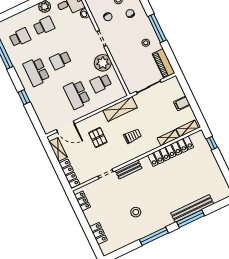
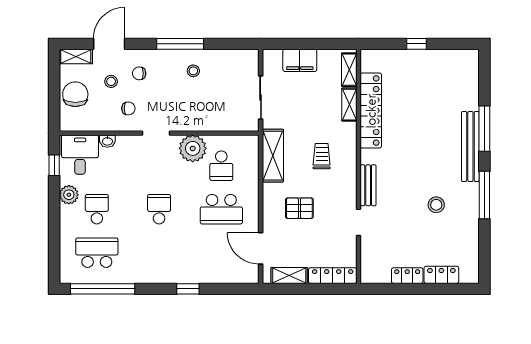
school desk: (20, 37) -> (97, 253), width x1.85
school desk: (60, 60) -> (159, 209), turned 180
piano: (164, 63) -> (236, 59), removed
school desk: (36, 72) -> (159, 253), removed
filing cabinet: (182, 103) -> (300, 60), width x2.00
door: (65, 127) -> (261, 248), swing flipped
window: (212, 143) -> (417, 44), moved
locker: (82, 201) -> (407, 276), moved
bench: (192, 208) -> (470, 147), moved

